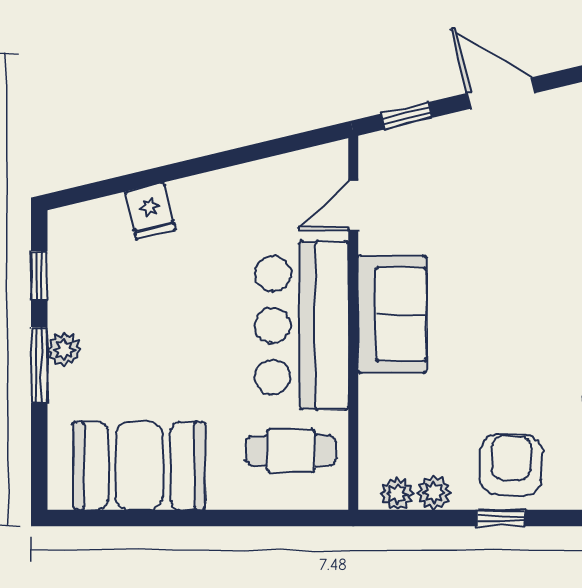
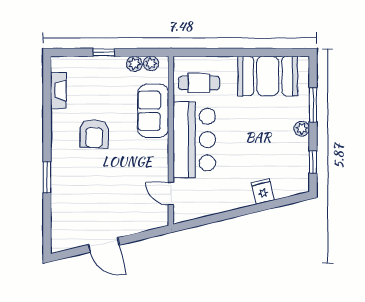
window: (406, 116) -> (147, 234), removed
door: (353, 206) -> (171, 194), swing flipped
sofa: (392, 314) -> (153, 111), moved
window: (39, 365) -> (313, 105), moved
armchair: (511, 465) -> (94, 134), moved

